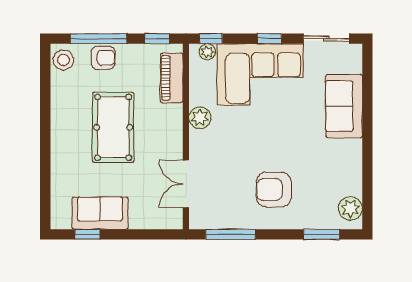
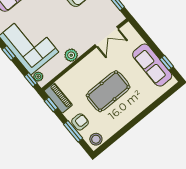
window: (99, 39) -> (73, 131), width x0.69
armchair: (103, 58) -> (80, 122), turned 90
piano: (172, 78) -> (58, 98), moved, turned -90
sofa: (100, 213) -> (152, 65), width x1.36

